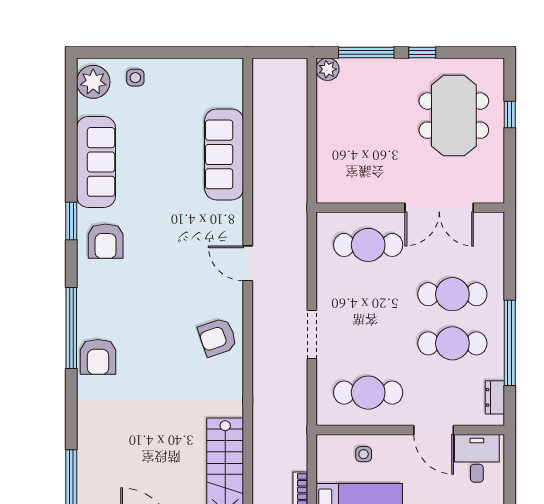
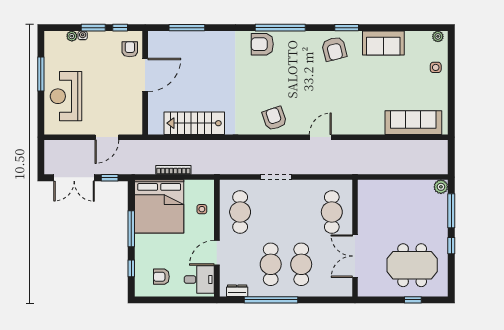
plant: (93, 82) -> (438, 36), width x0.53, depth x0.53
sofa: (224, 154) -> (413, 123), moved
sofa: (96, 162) -> (383, 43), width x0.73
armchair: (106, 241) -> (334, 49), turned -104

